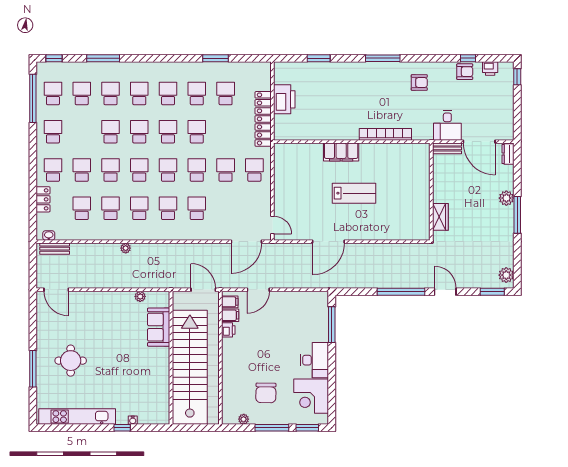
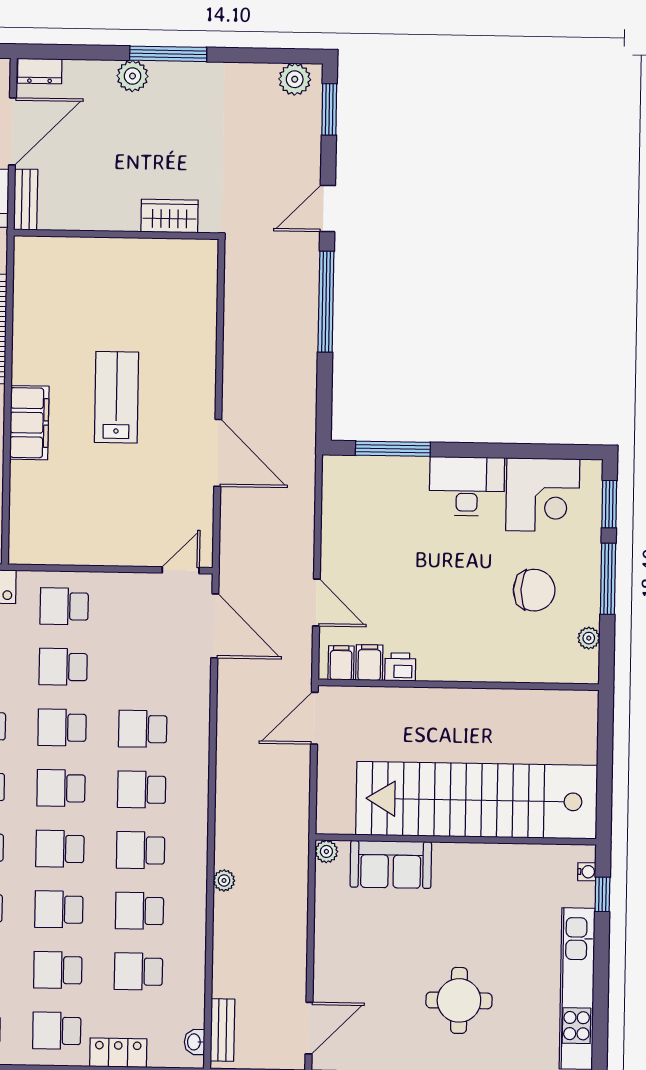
sofa: (159, 327) -> (391, 864), moved
wall: (171, 358) -> (456, 839), moved
stairs: (190, 367) -> (477, 800), moved

